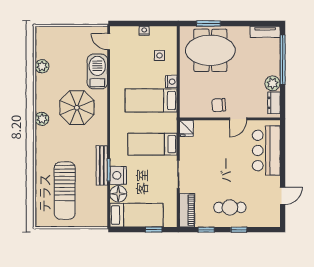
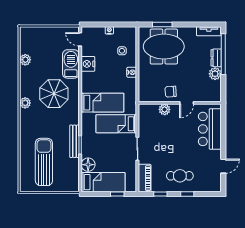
bed: (151, 100) -> (102, 103), moved, turned 180
dresser: (274, 103) -> (216, 58), moved
plant: (211, 127) -> (165, 109), added
fridge: (186, 128) -> (144, 111), removed
nightstand: (118, 175) -> (88, 64), moved
sun lounger: (65, 191) -> (44, 162), turned 180

